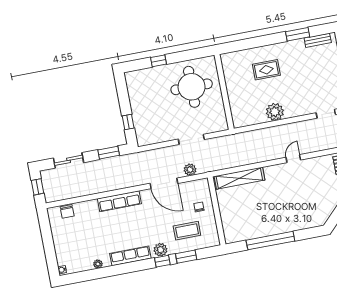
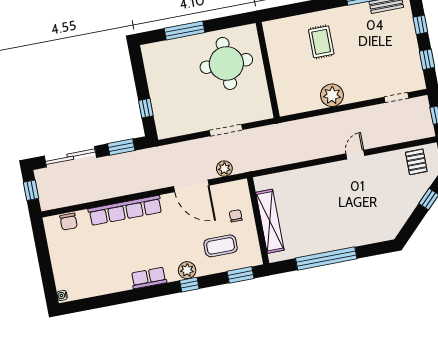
window: (159, 61) -> (184, 30), width x2.17
rug: (266, 70) -> (321, 42), turned 90
sliding door: (69, 160) -> (70, 157), width x1.37
shelving: (239, 178) -> (270, 221), moved, turned 90
row of seats: (119, 201) -> (125, 210), width x1.36
row of seats: (130, 256) -> (149, 278), width x0.68
window: (186, 257) -> (241, 275), moved
plant: (98, 264) -> (108, 288), removed

